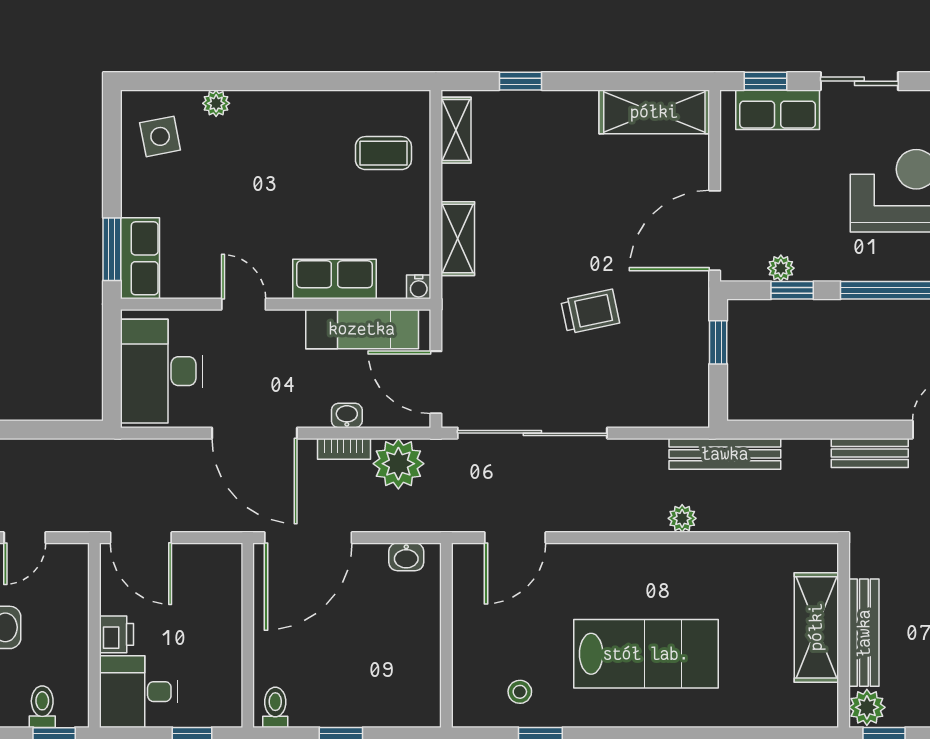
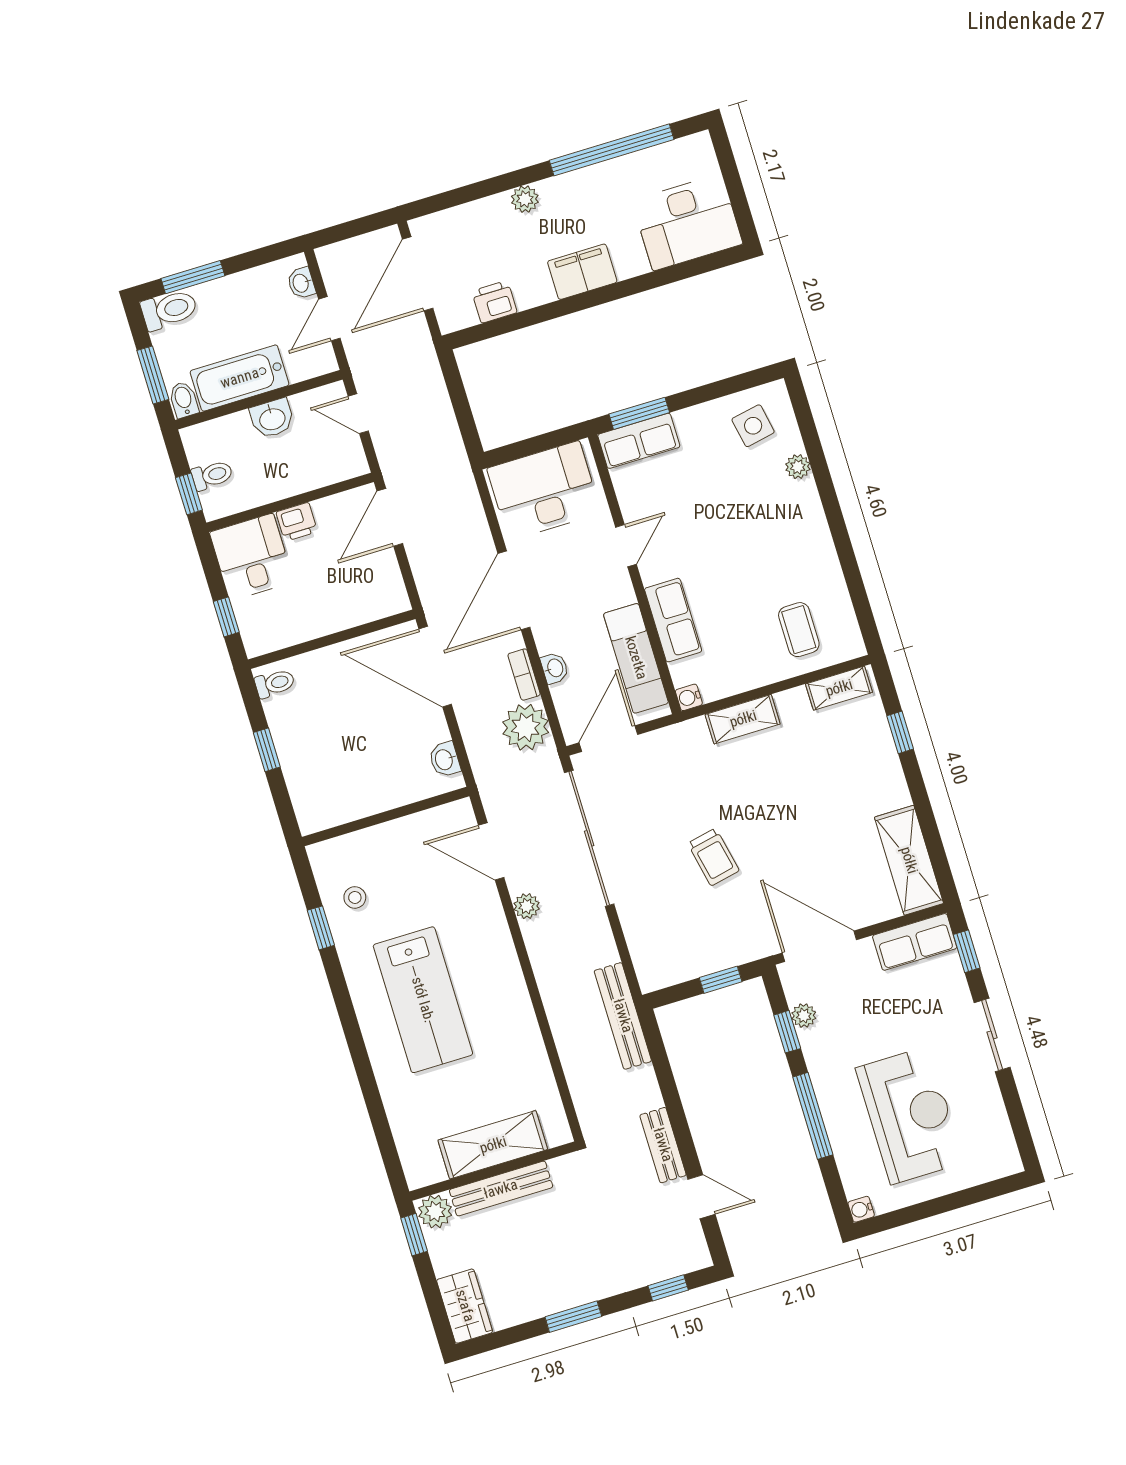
row of seats: (778, 110) -> (915, 942), moved, turned -90
plant: (682, 518) -> (527, 906), moved

